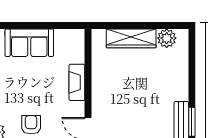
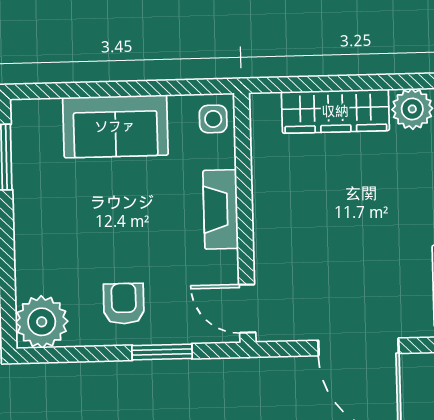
side table: (75, 40) -> (213, 119), added

